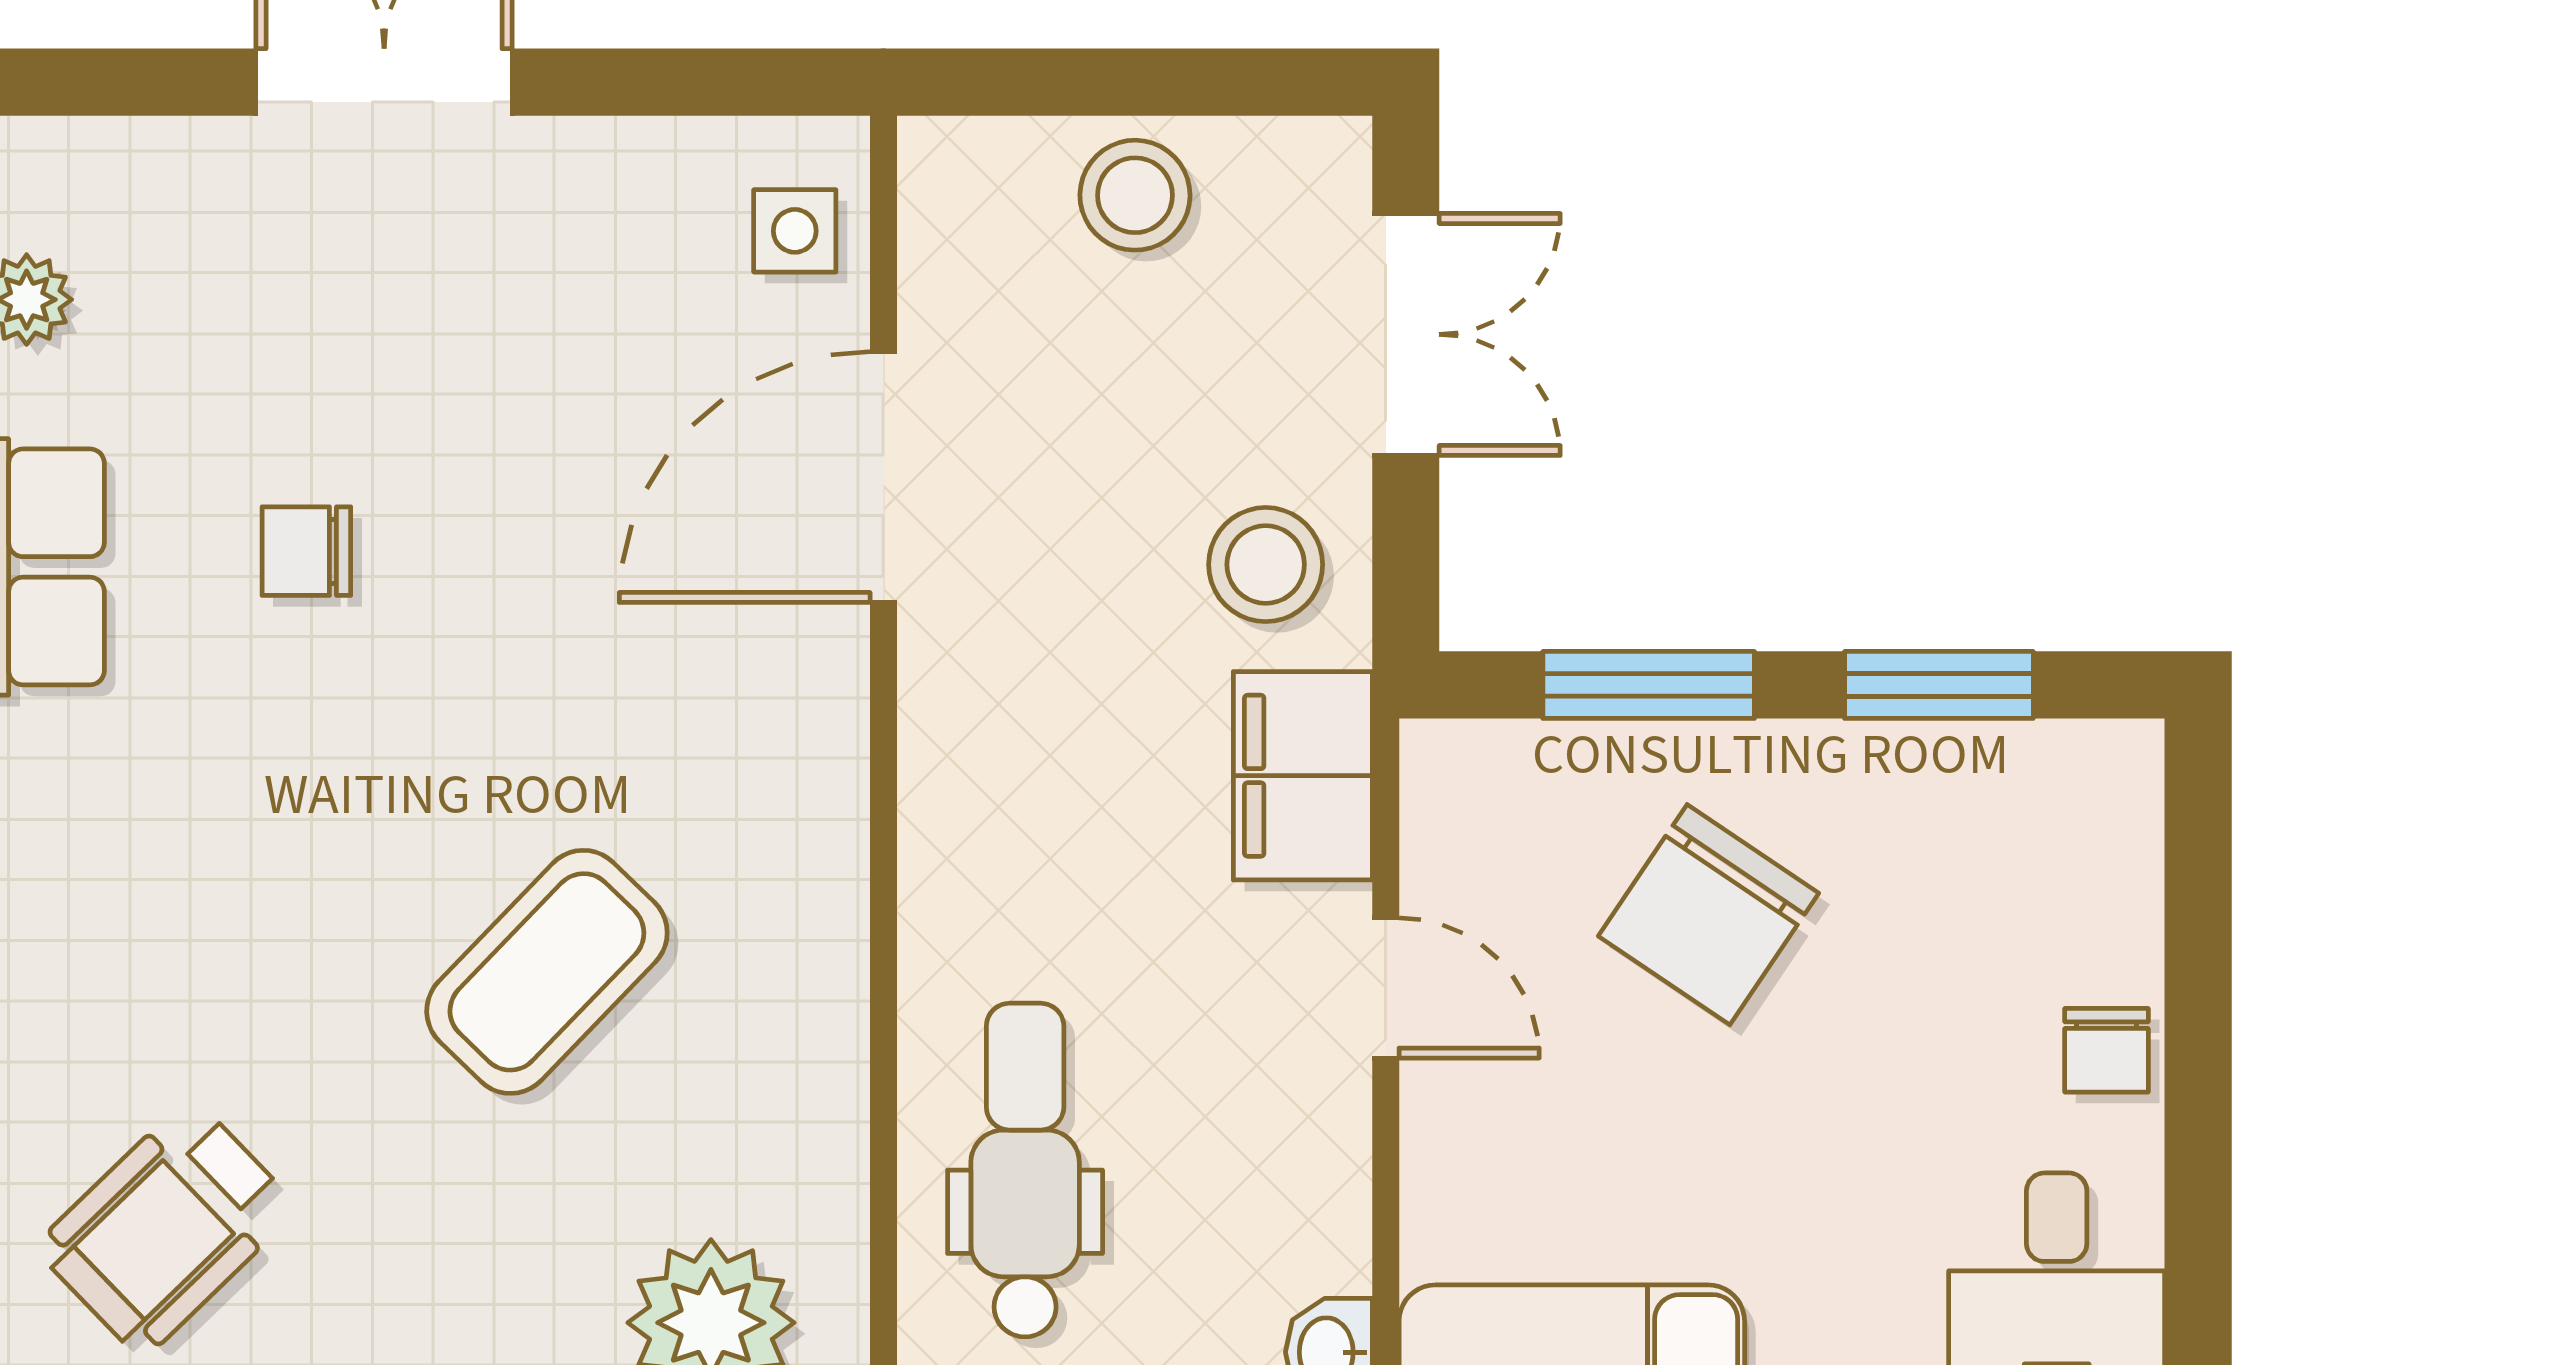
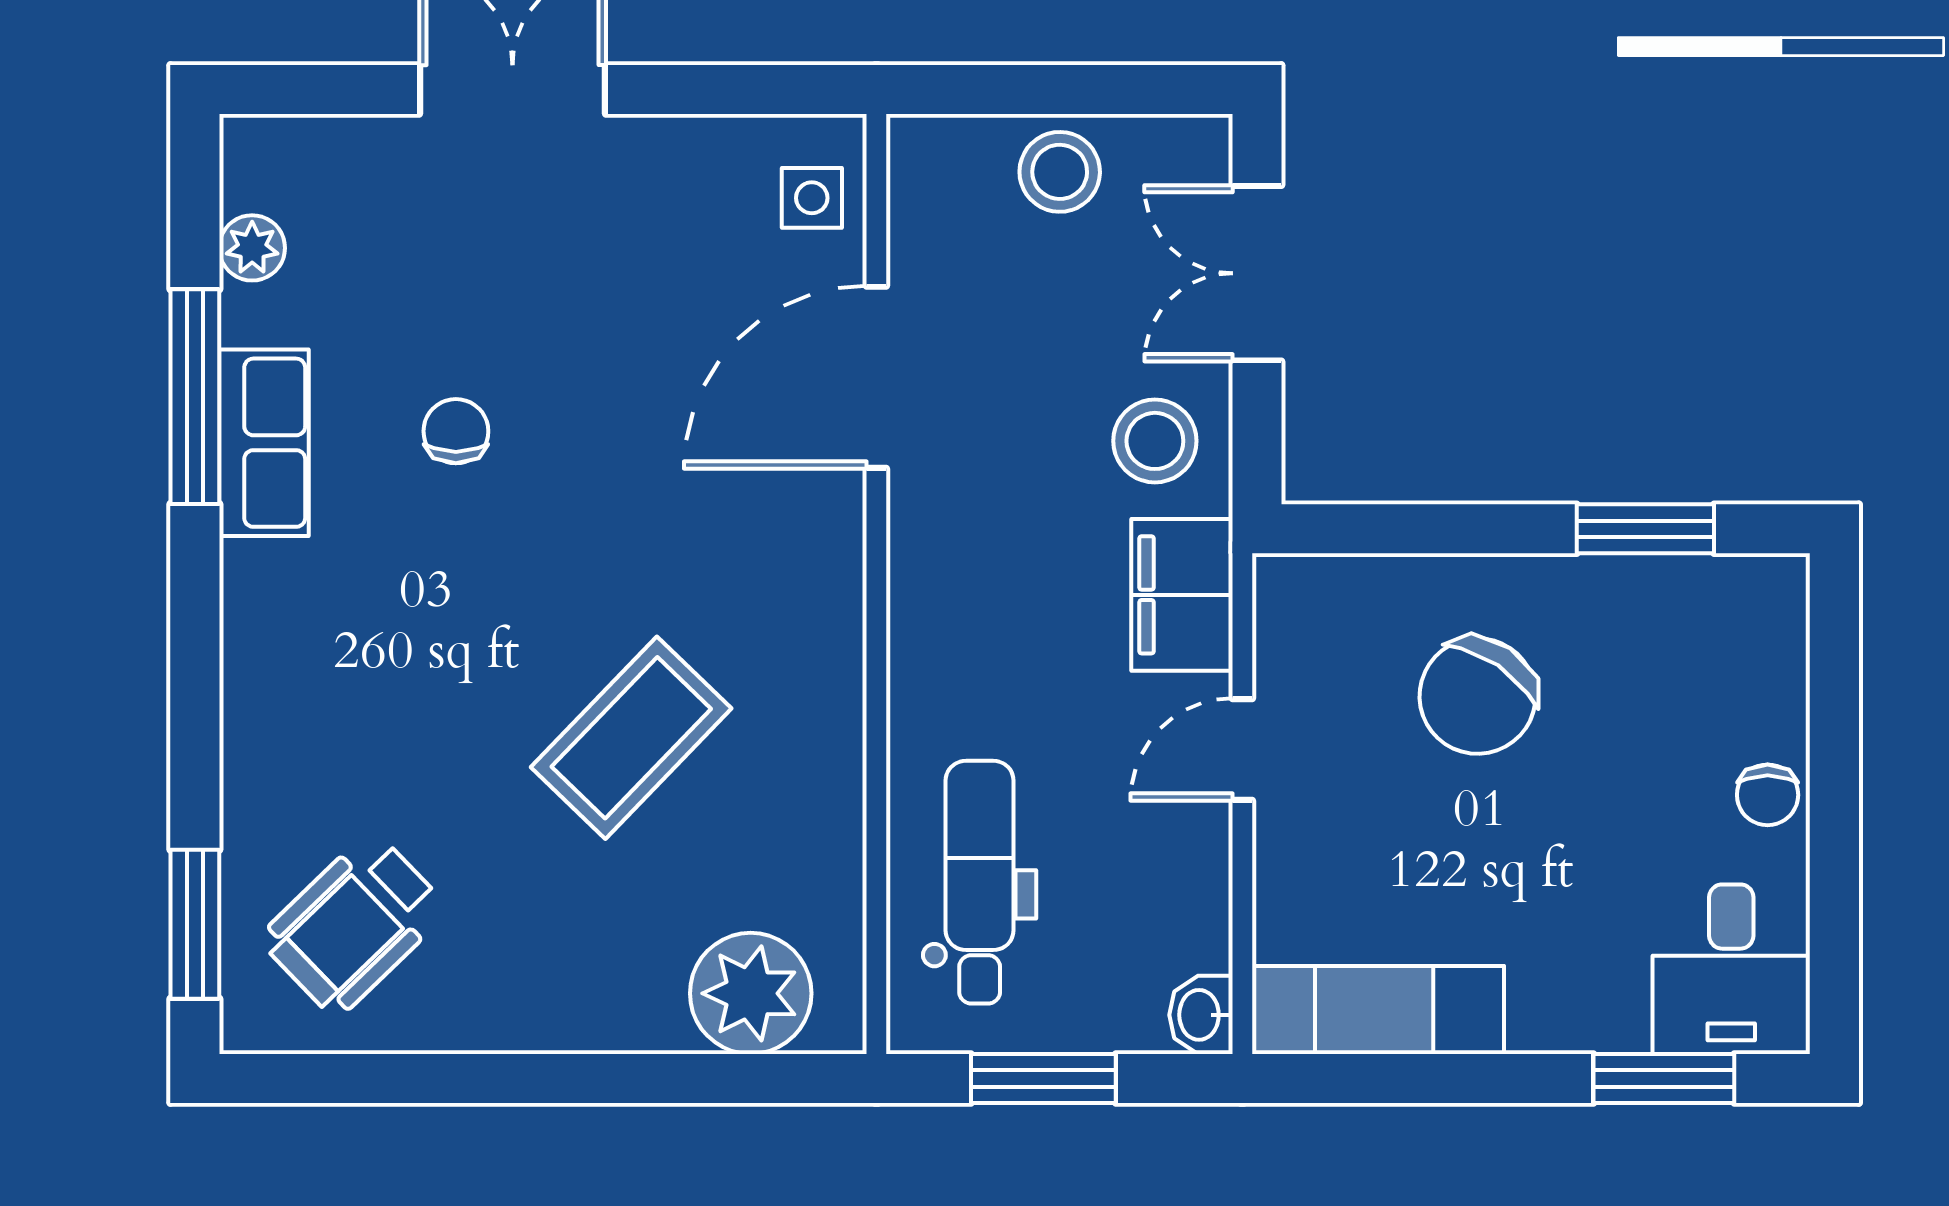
double door: (1406, 334) -> (1257, 273), swing flipped
chair: (306, 551) -> (456, 431), turned 90
window: (1649, 685) -> (1434, 529), removed
door: (1386, 988) -> (1242, 750), swing flipped

